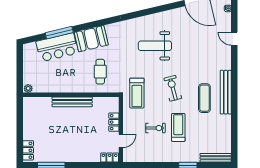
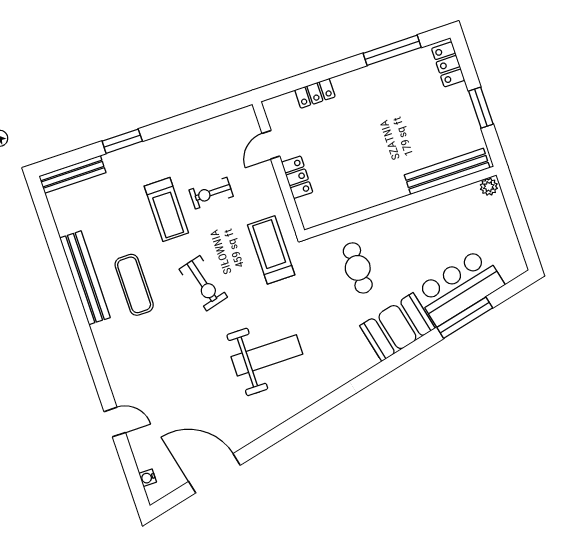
bench: (226, 92) -> (85, 278), moved
bench: (72, 102) -> (447, 171), moved
window: (20, 126) -> (481, 108), added
locker: (110, 158) -> (315, 93), moved

